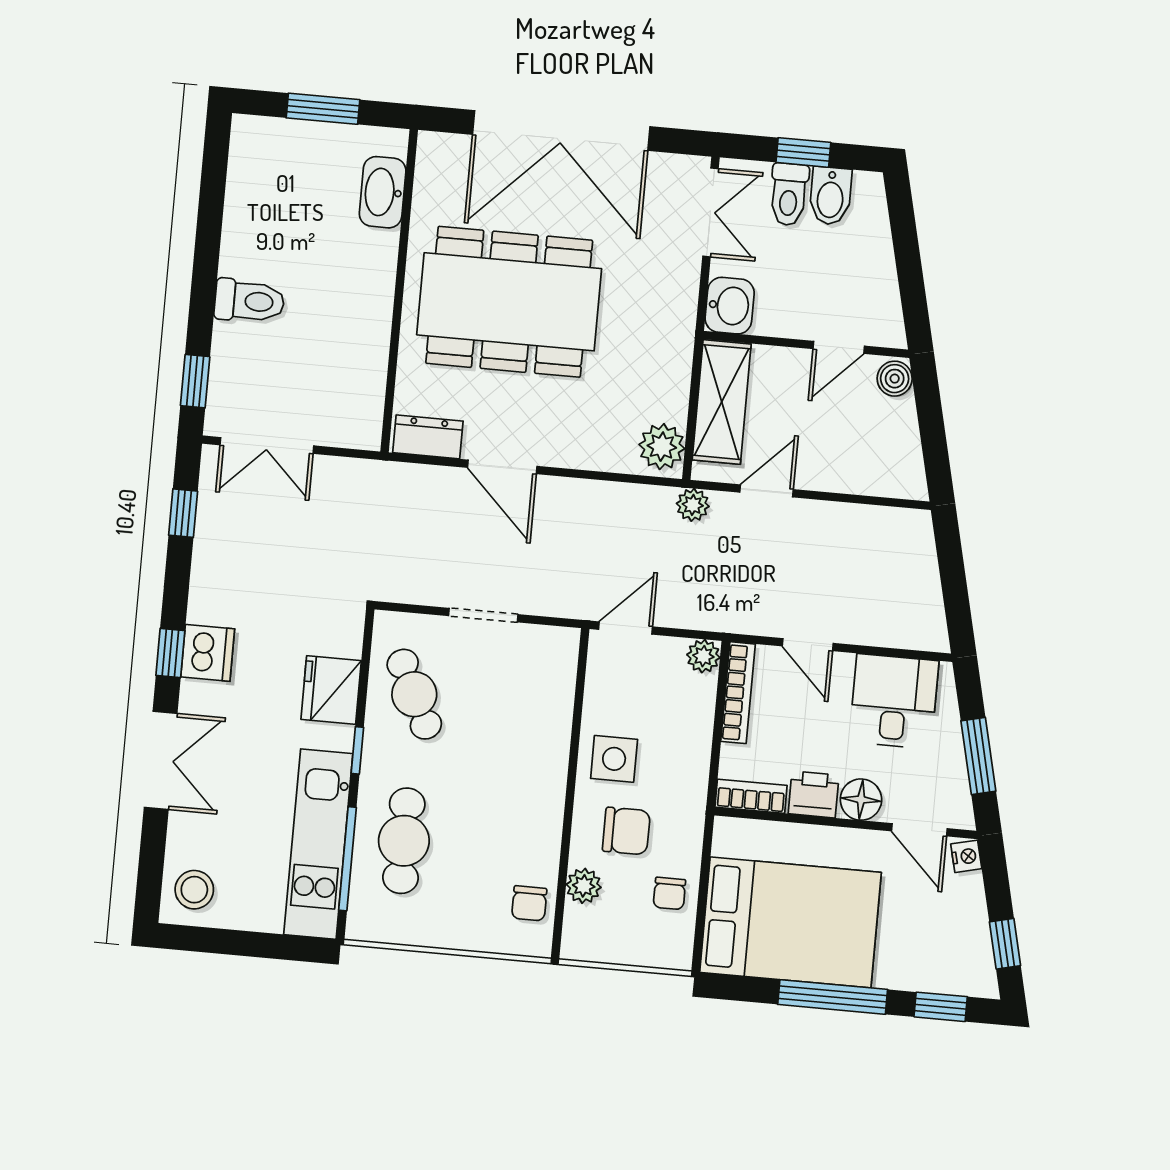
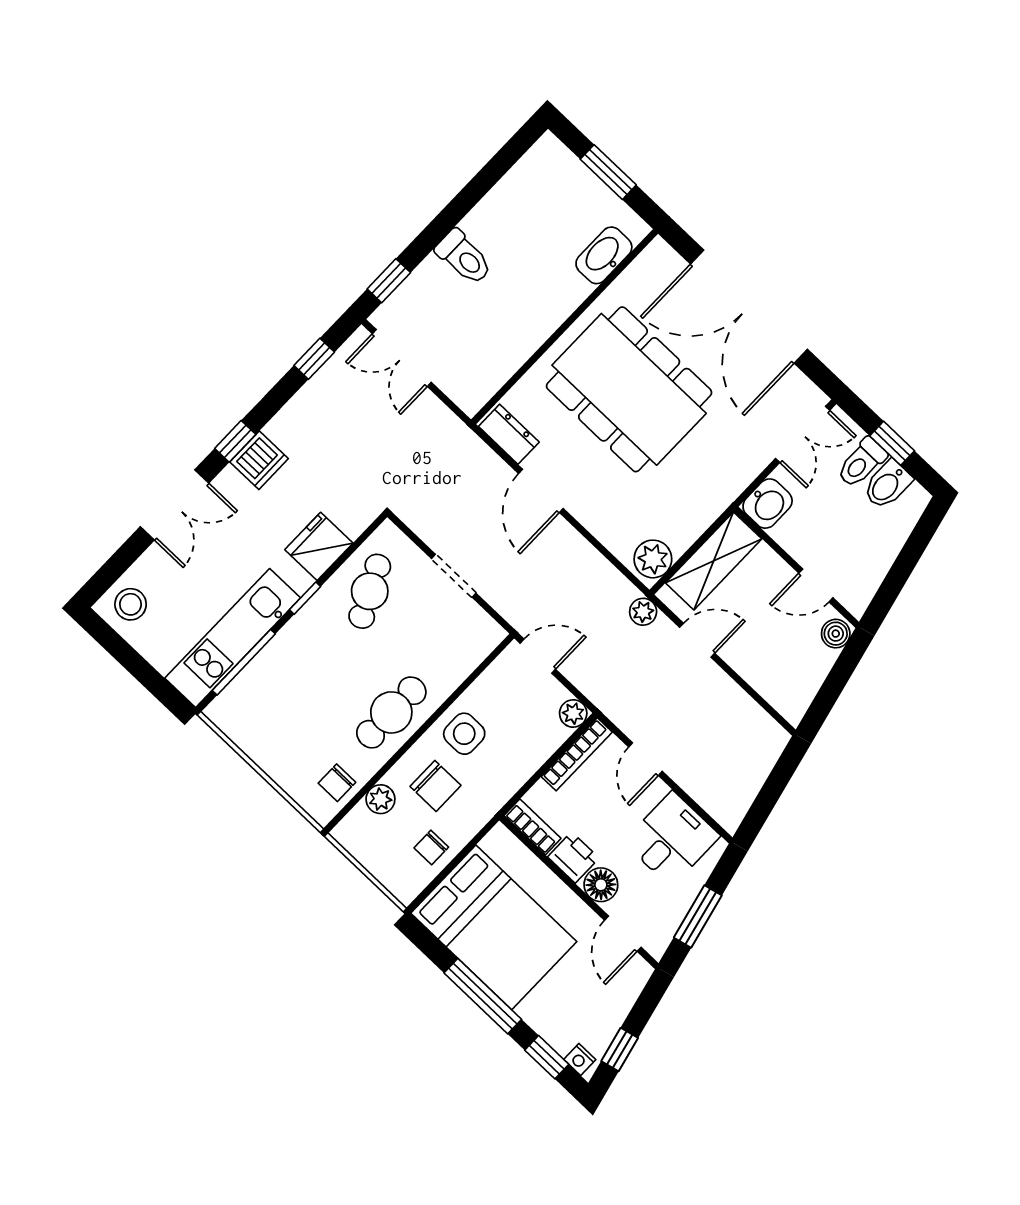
cafe table: (404, 841) -> (391, 712), moved
nightstand: (966, 856) -> (580, 1059), moved, turned 103

